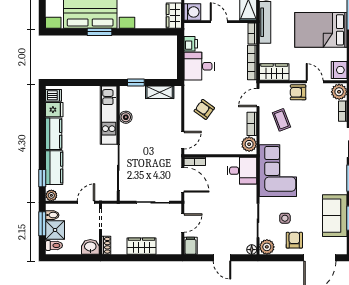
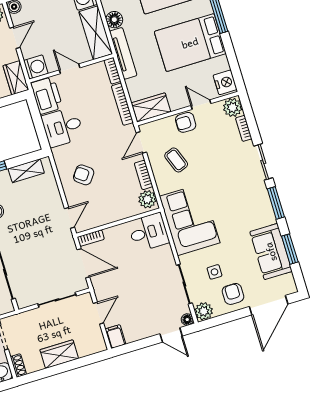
printer: (191, 44) -> (47, 96), width x1.87, depth x1.48
door: (222, 258) -> (171, 335), moved

